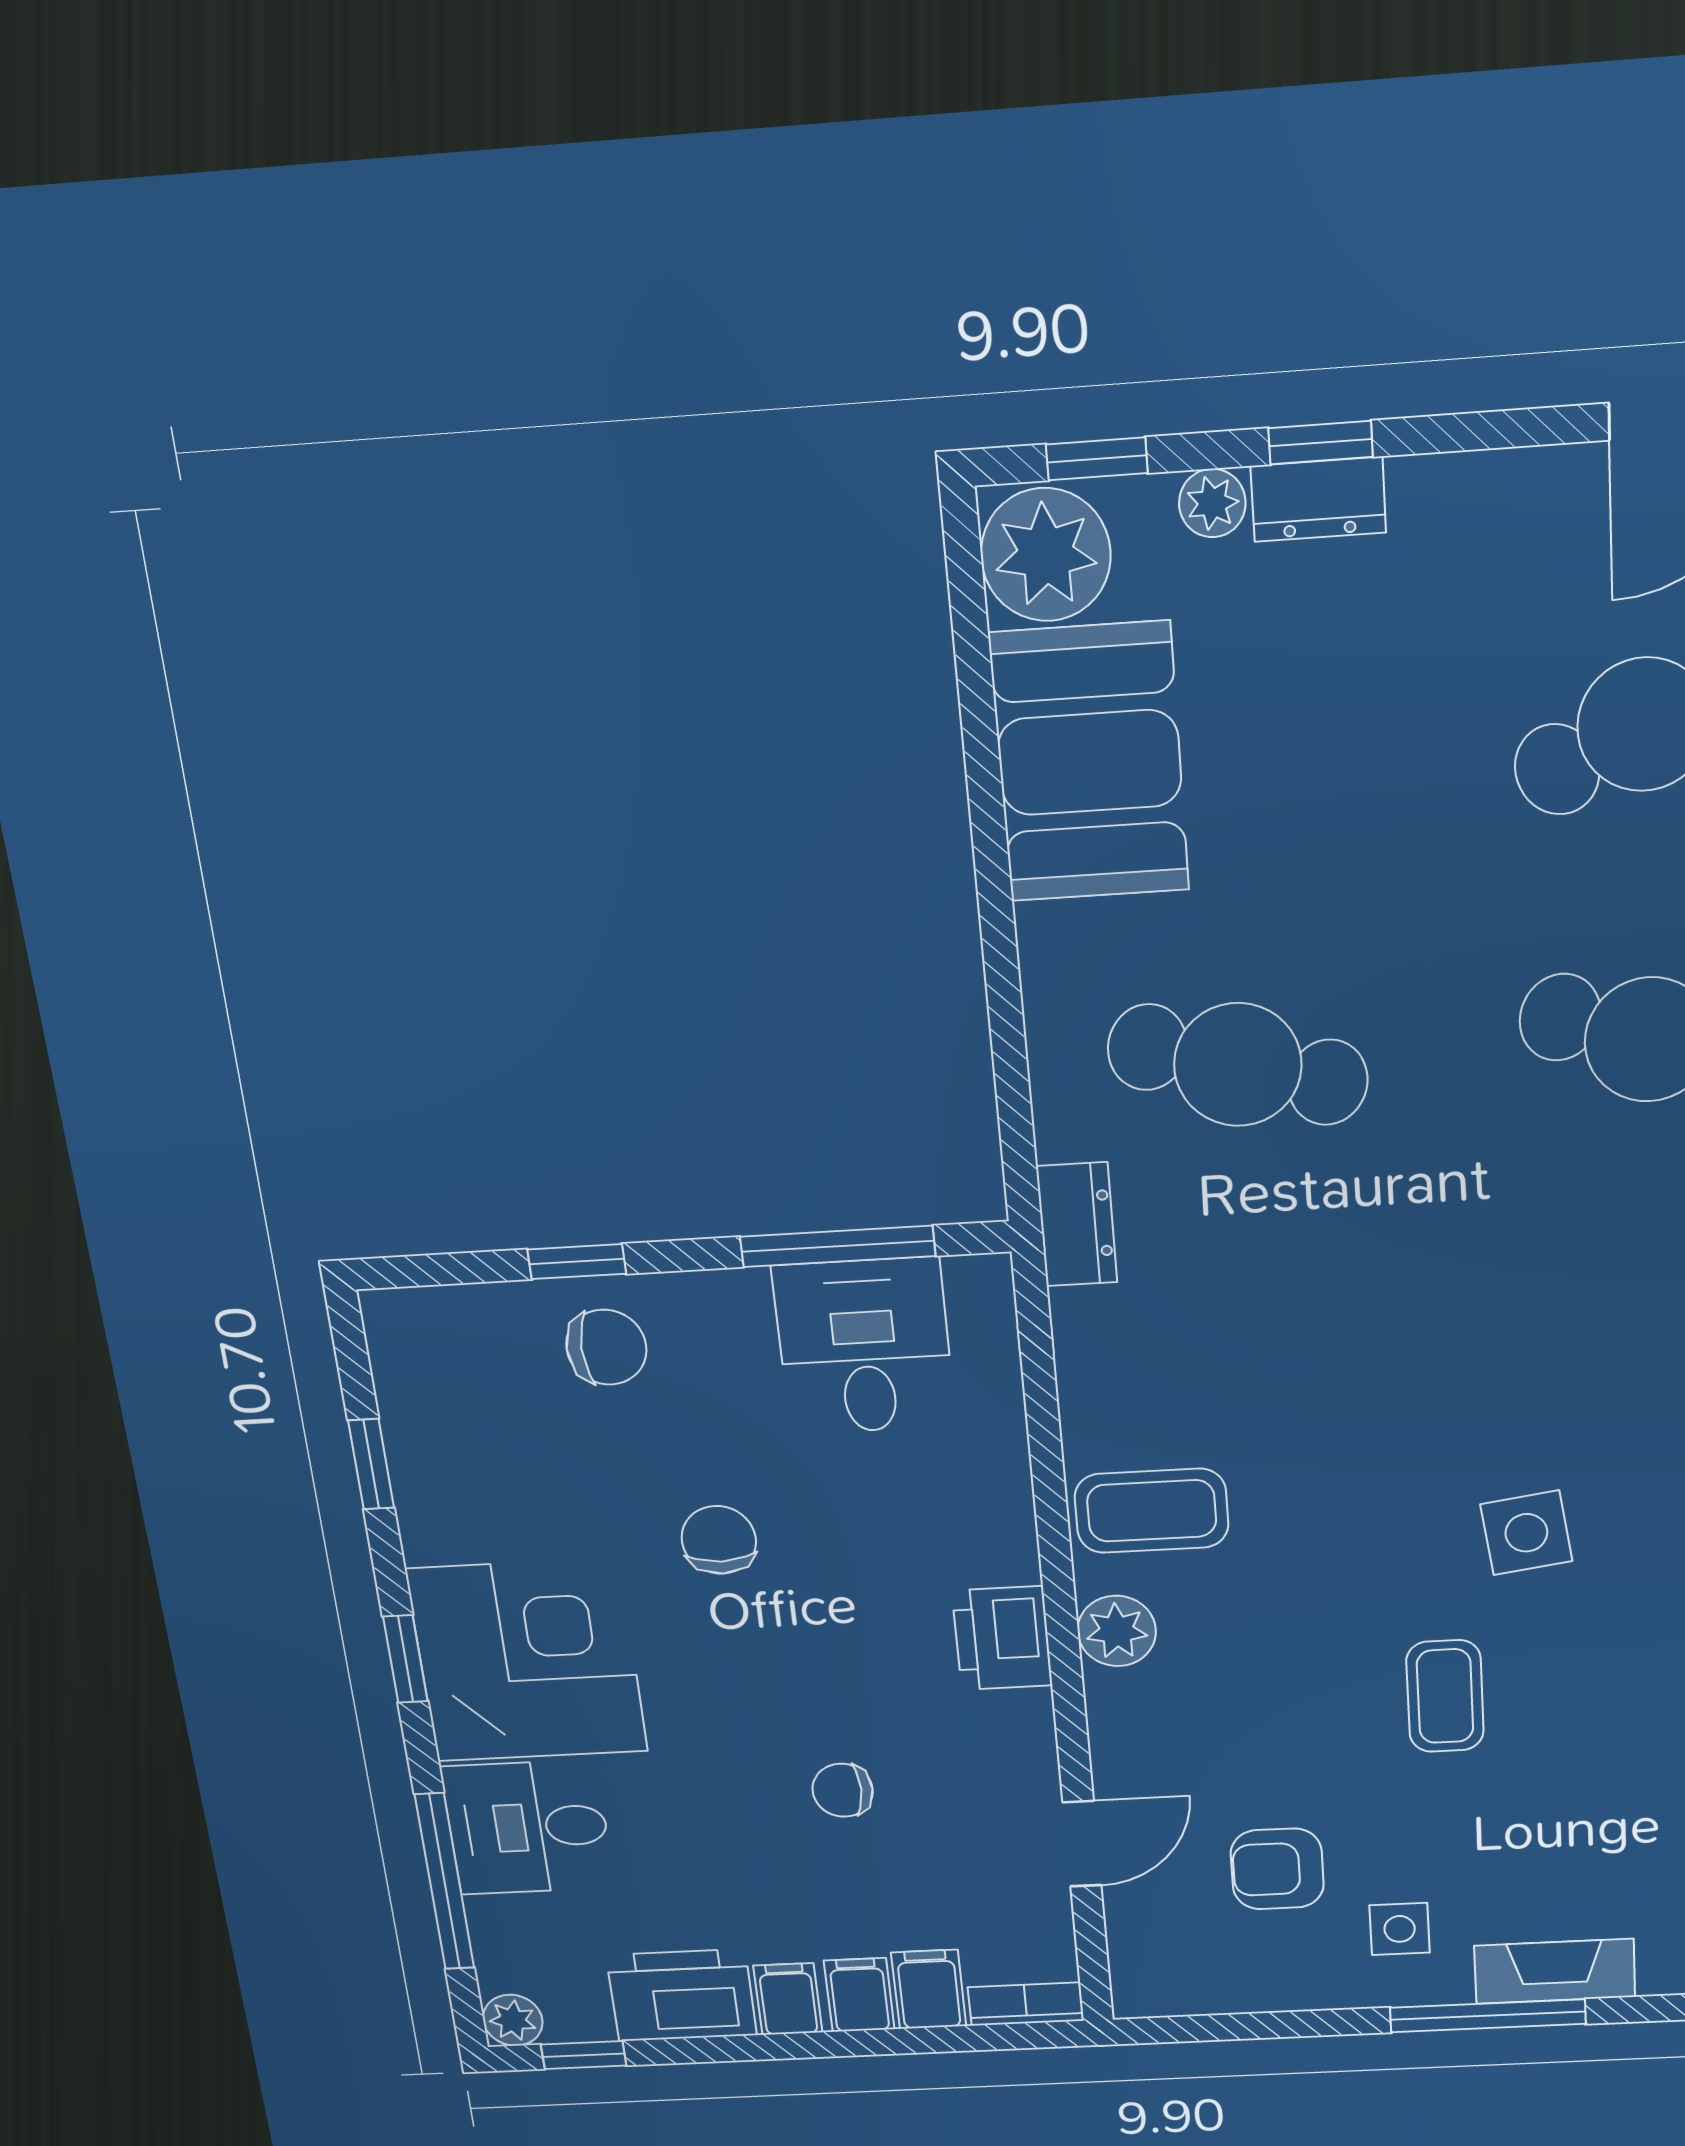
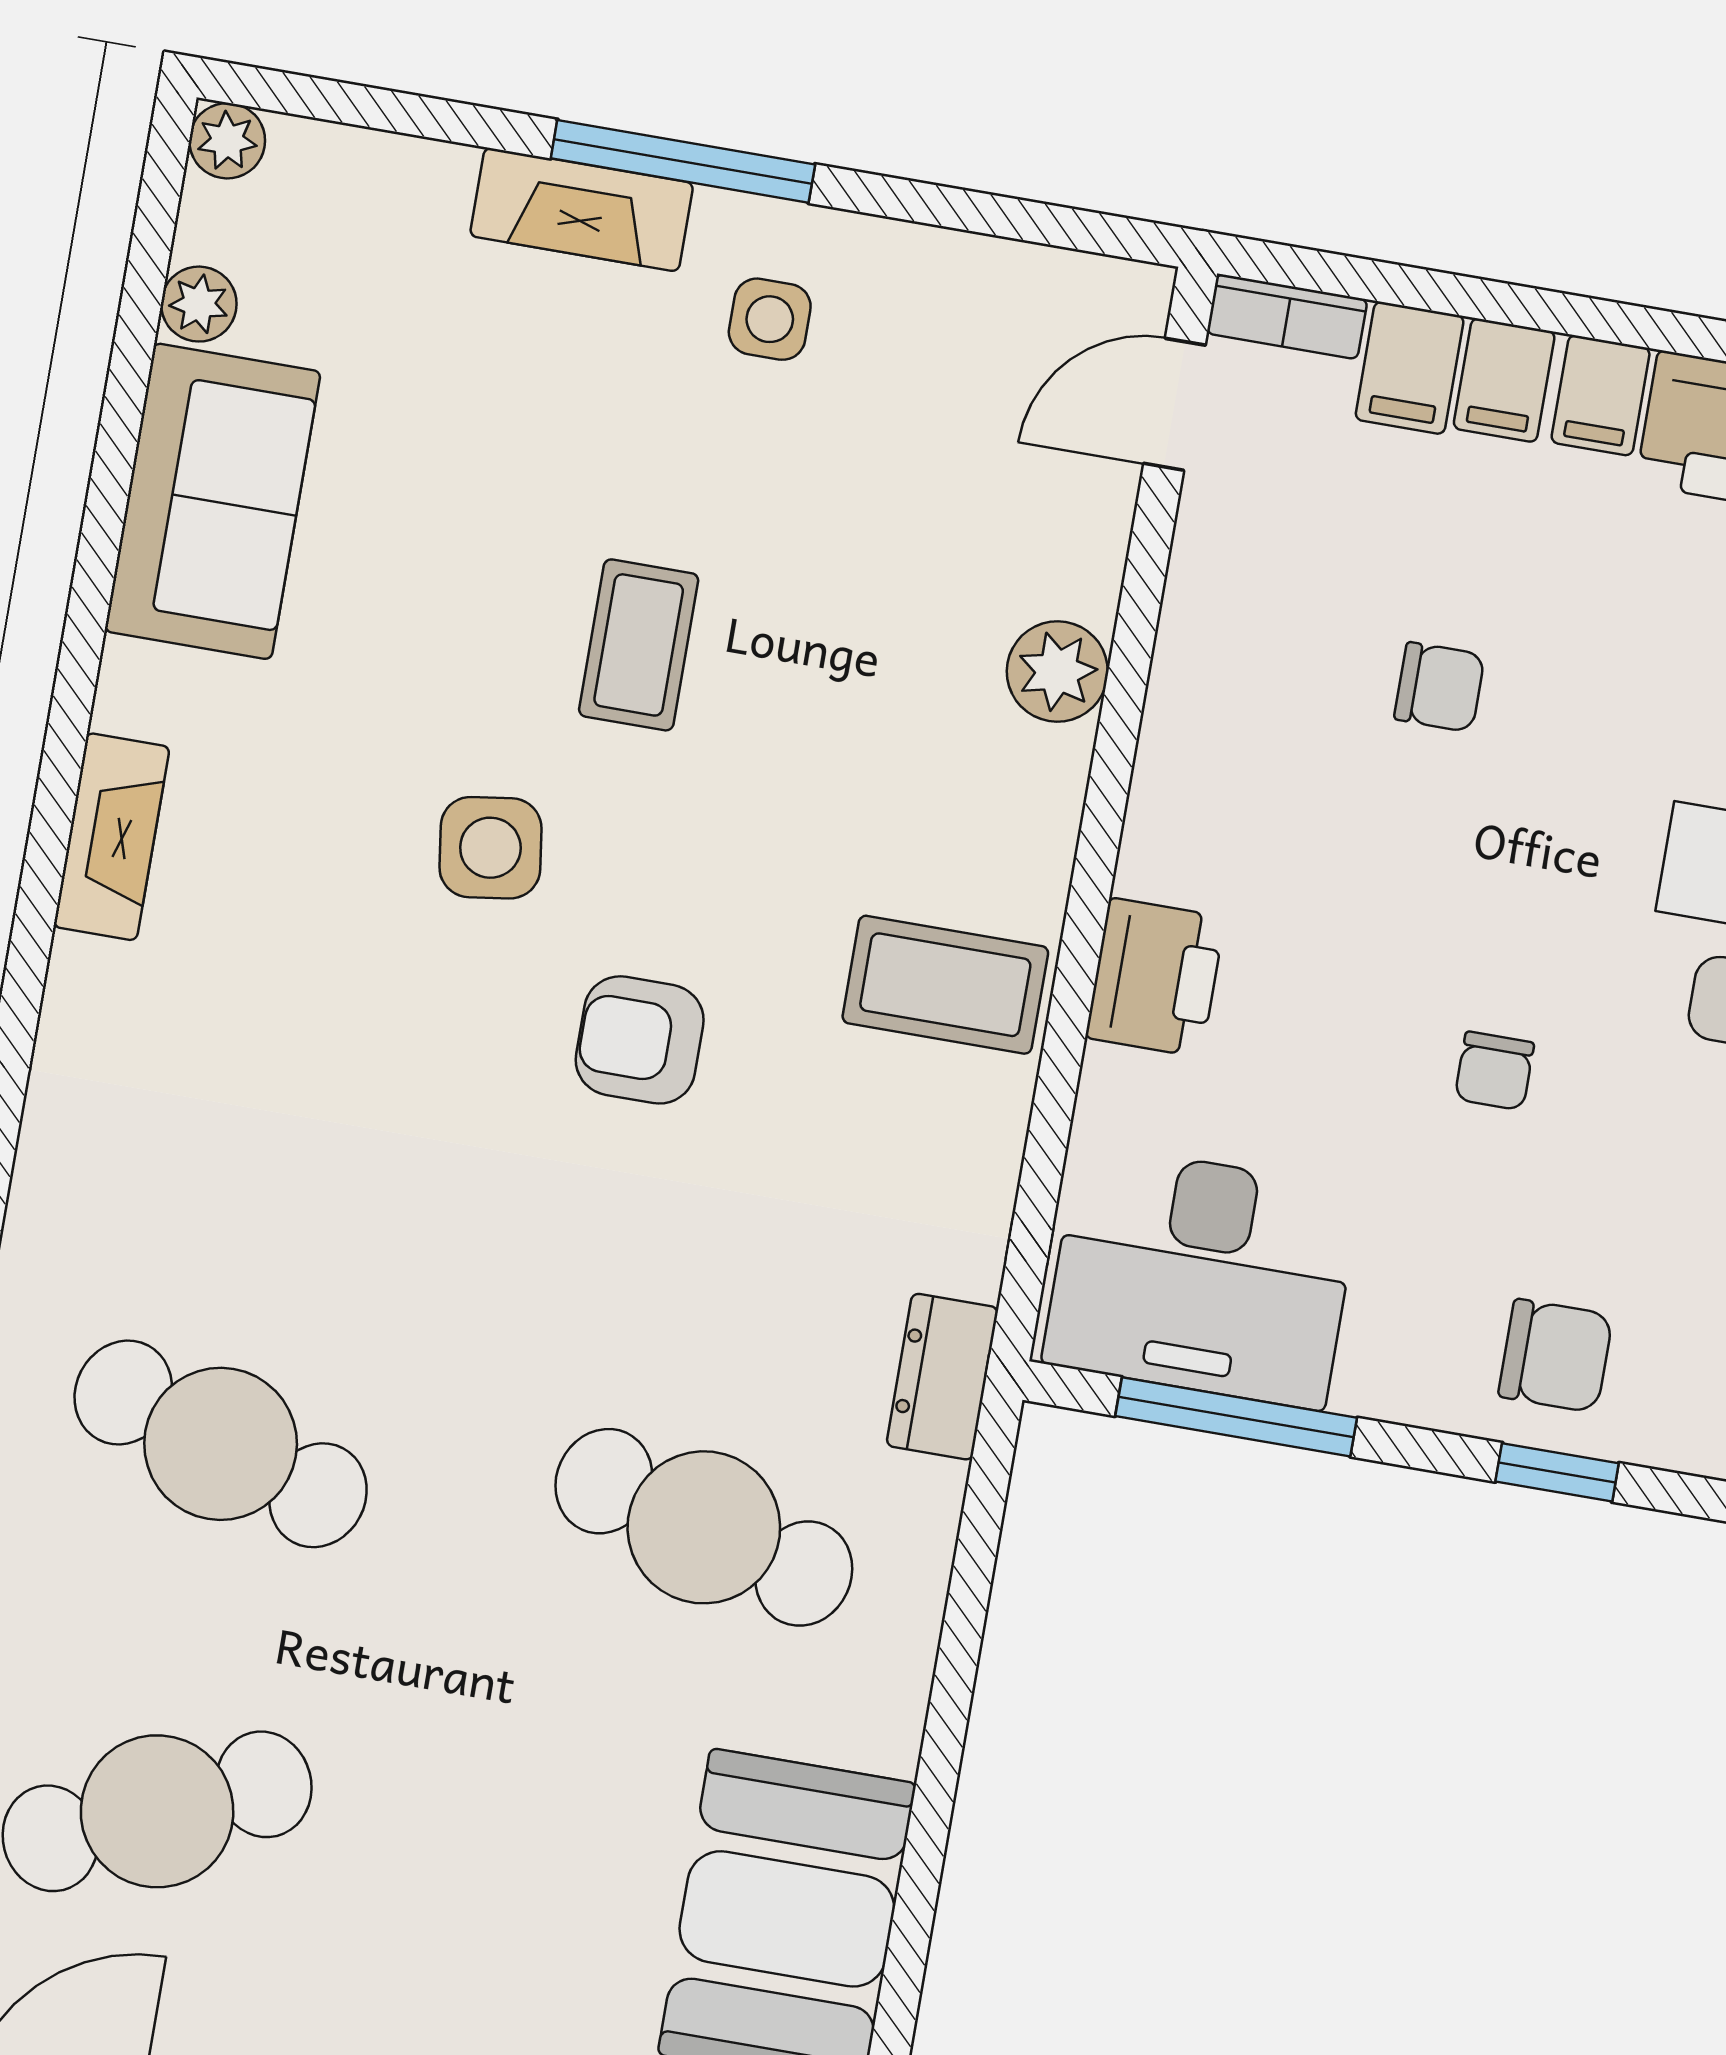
desk: (864, 1346) -> (1202, 1276), width x1.37
chair: (606, 1347) -> (1556, 1356), turned 180
chair: (719, 1540) -> (1494, 1071), width x0.73, depth x0.73
plant: (1117, 1631) -> (1057, 671), moved
printer: (1002, 1638) -> (1155, 977), moved
door: (1082, 1844) -> (1174, 404), moved
armchair: (1277, 1869) -> (640, 1040), moved, turned 180

